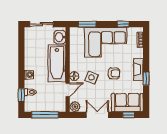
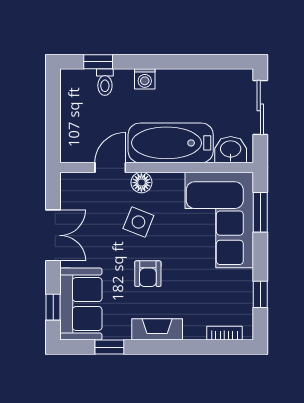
corner sofa: (106, 42) -> (219, 220), moved
window: (146, 79) -> (109, 347), moved
door: (68, 90) -> (110, 168), swing flipped
plant: (75, 107) -> (72, 184), removed
window: (45, 115) -> (53, 116), removed

